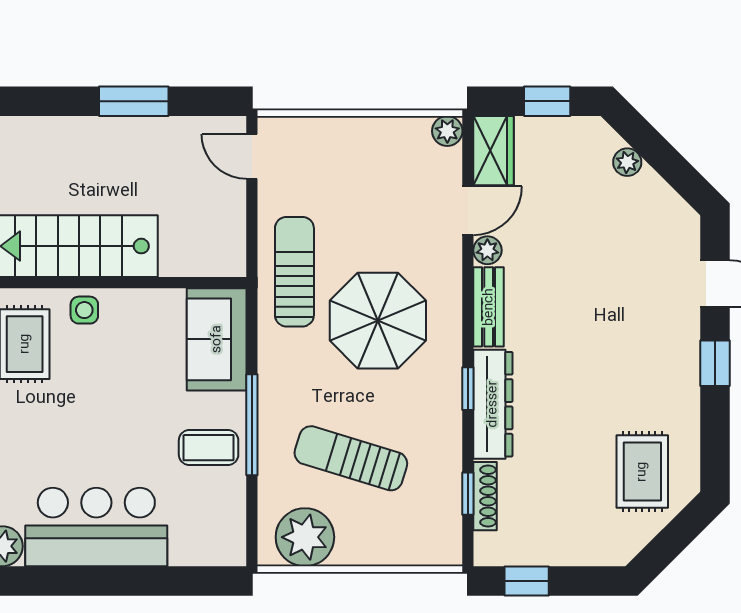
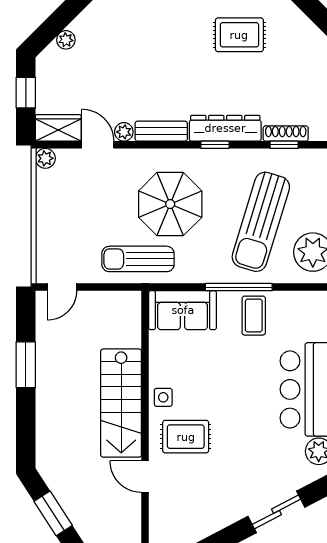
sun lounger: (351, 458) -> (261, 222), width x1.36, depth x1.34
rug: (642, 472) -> (239, 35), moved

